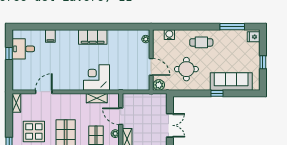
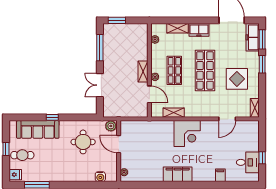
cafe table: (201, 42) -> (22, 155), moved
corner desk: (97, 77) -> (187, 133), moved

